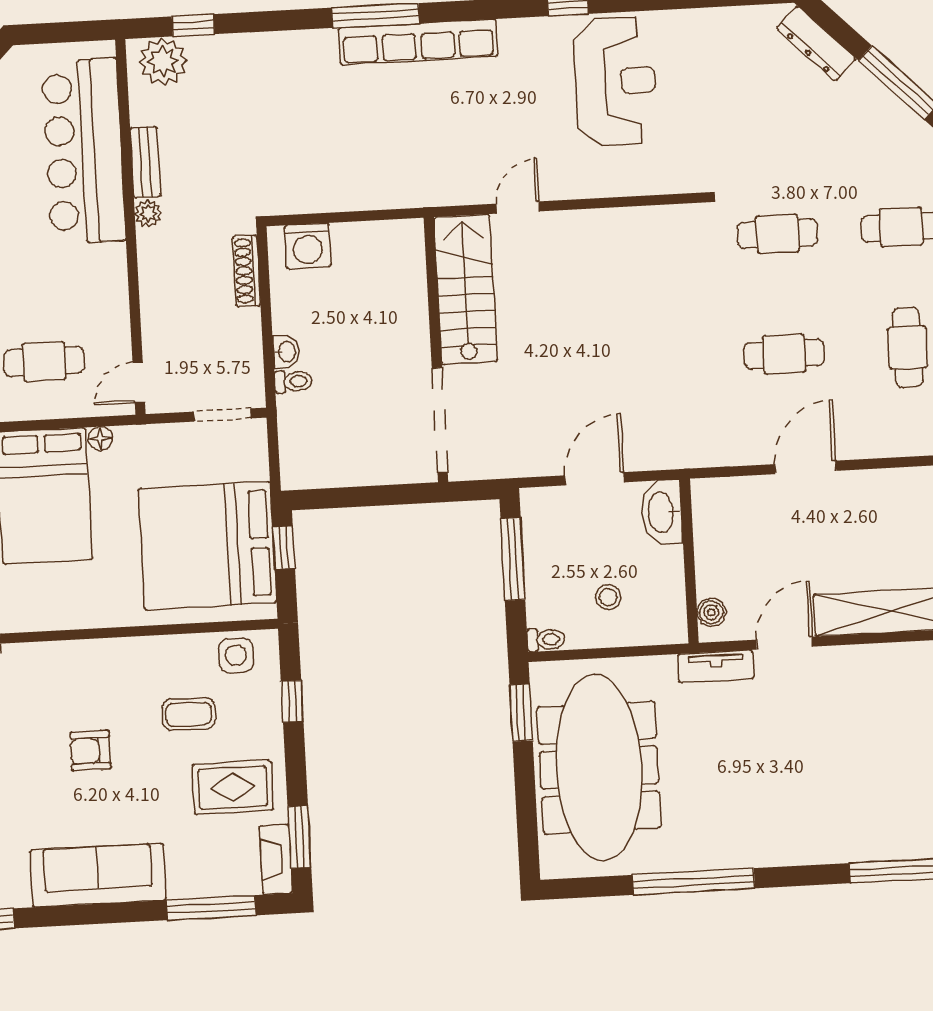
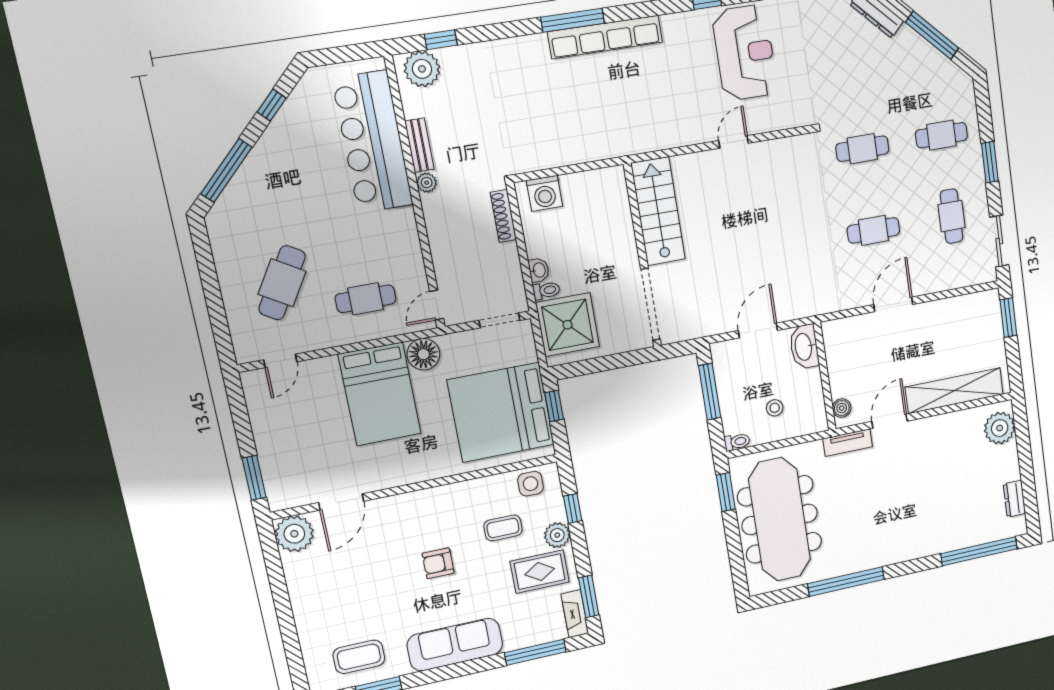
door: (518, 208) -> (733, 142), moved
shower: (317, 434) -> (568, 325), added
floor lamp: (100, 439) -> (423, 354), width x1.89, depth x1.89
plant: (265, 737) -> (557, 535), added

